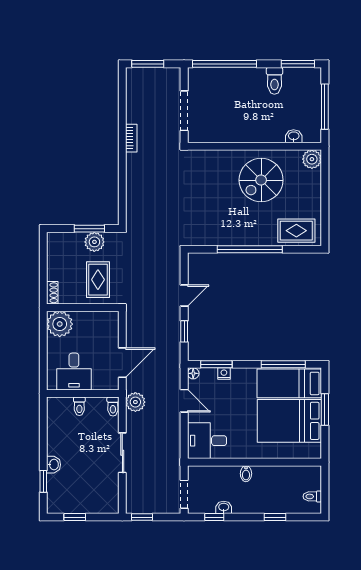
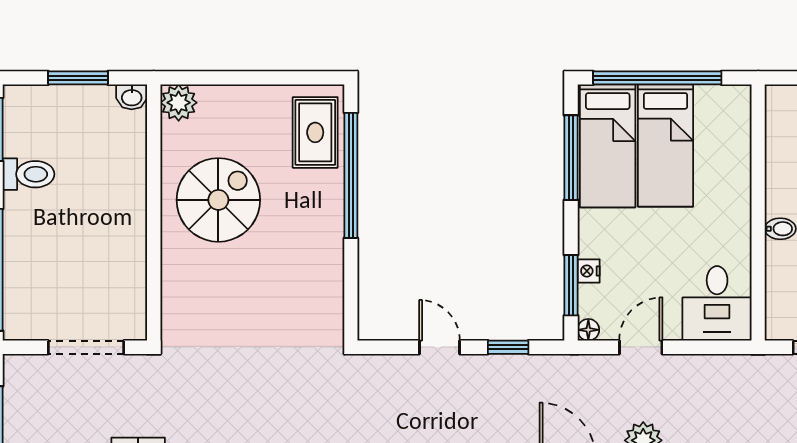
window: (325, 107) -> (78, 78), width x0.69
washbasin: (294, 136) -> (132, 97), moved, turned -90
spiral stairs: (261, 180) -> (218, 200), turned -90
window: (250, 249) -> (351, 175), moved
window: (325, 409) -> (657, 78), width x2.11
bed: (289, 421) -> (665, 146), width x0.67

